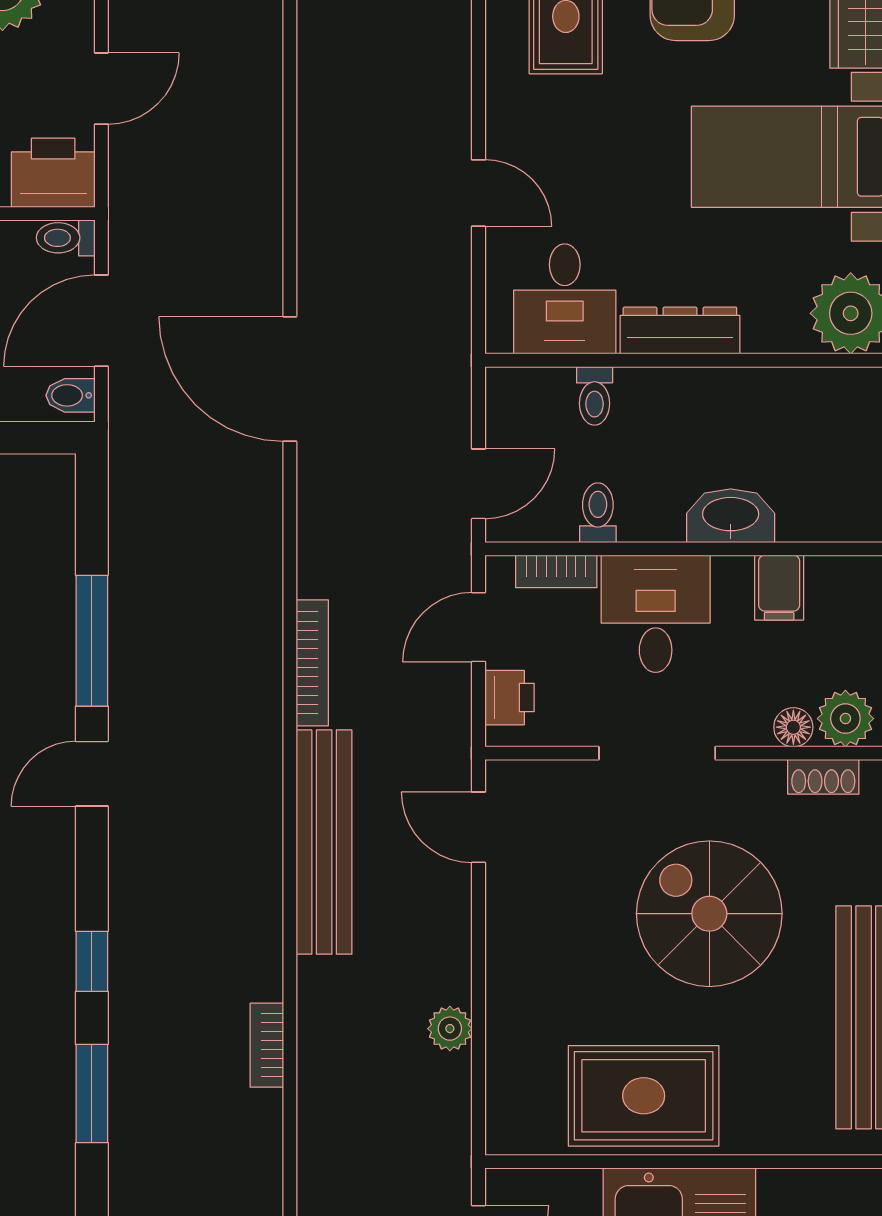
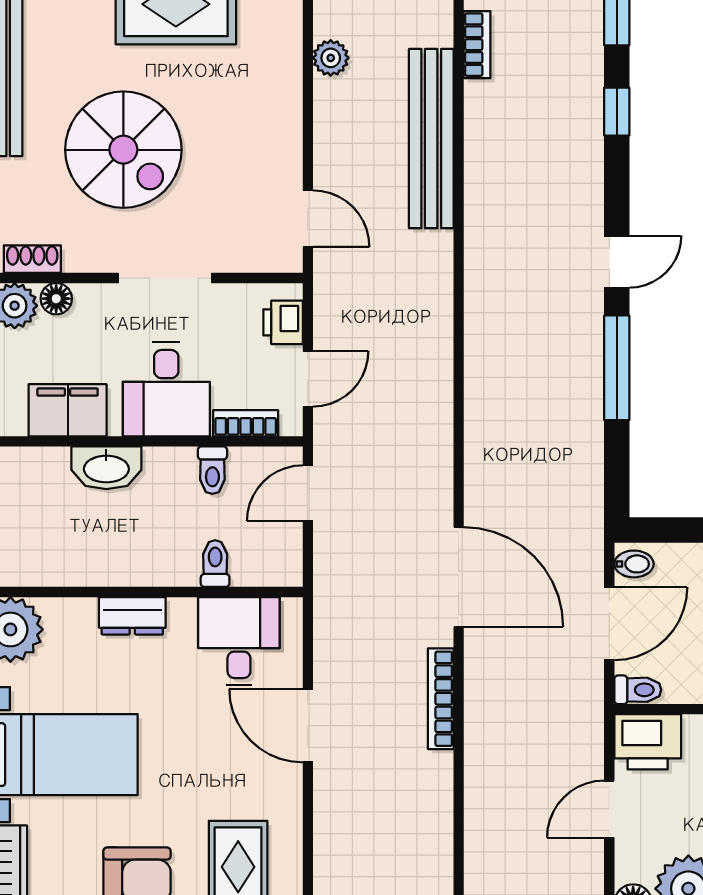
door: (478, 193) -> (308, 726), width x1.38
dresser: (680, 330) -> (132, 616), width x0.70
filing cabinet: (779, 588) -> (68, 410), width x2.00
bookcase: (312, 663) -> (441, 699), moved
bench: (324, 842) -> (431, 139), moved

